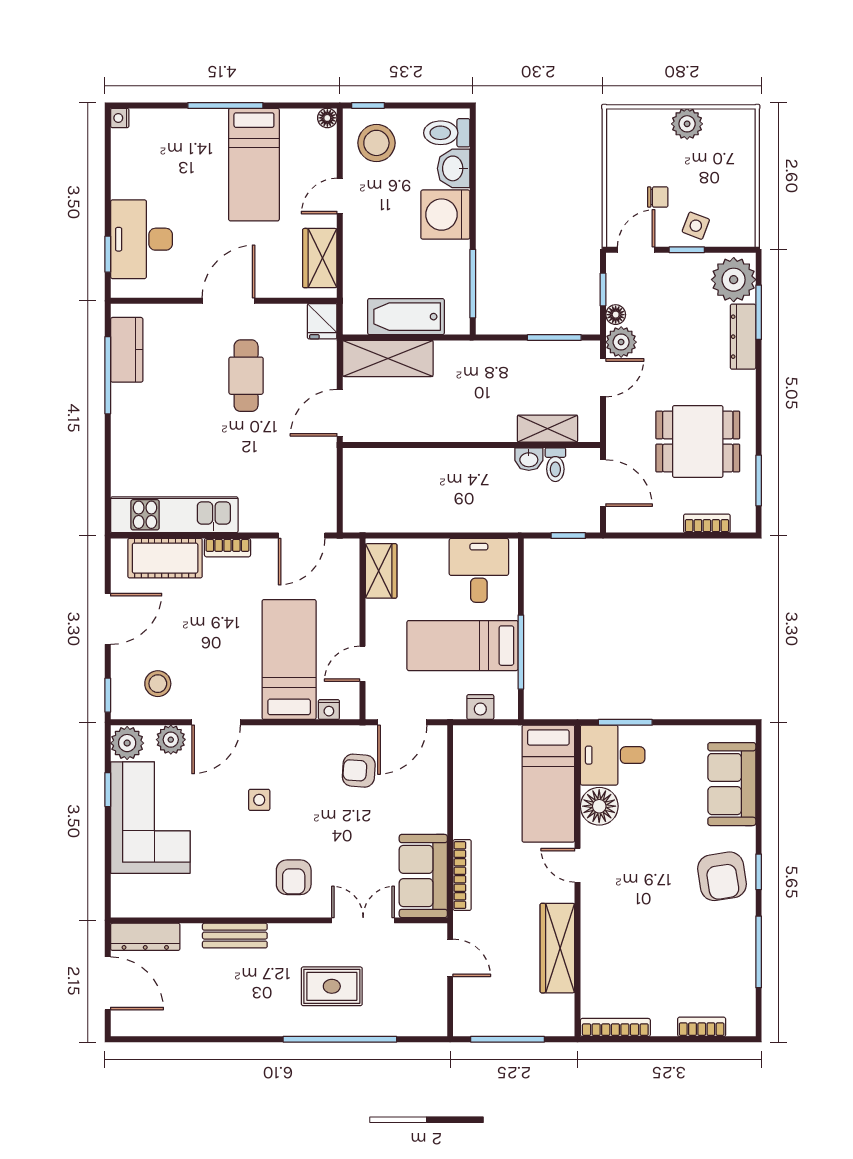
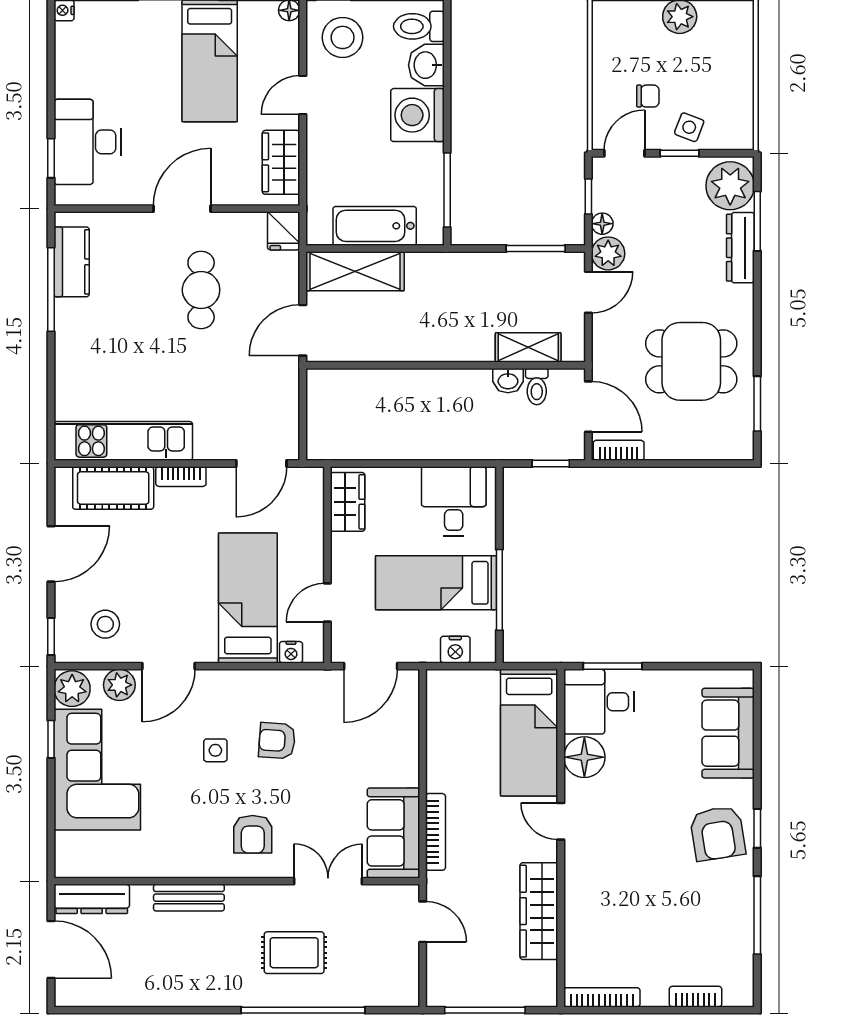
bookcase: (707, 523) -> (619, 450), moved
armchair: (359, 771) -> (277, 741), moved

